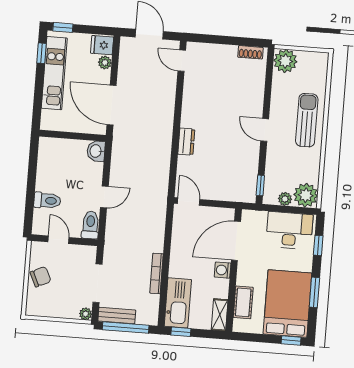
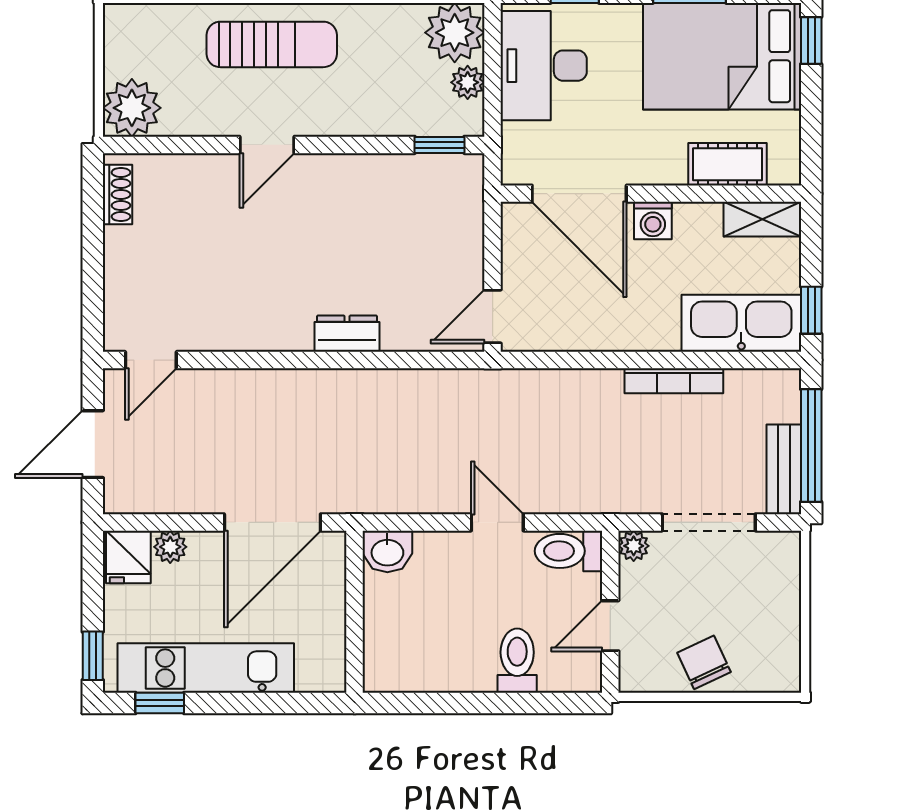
sun lounger: (307, 120) -> (272, 44), turned 180
door: (265, 130) -> (267, 145), moved
plant: (86, 314) -> (634, 546), moved

